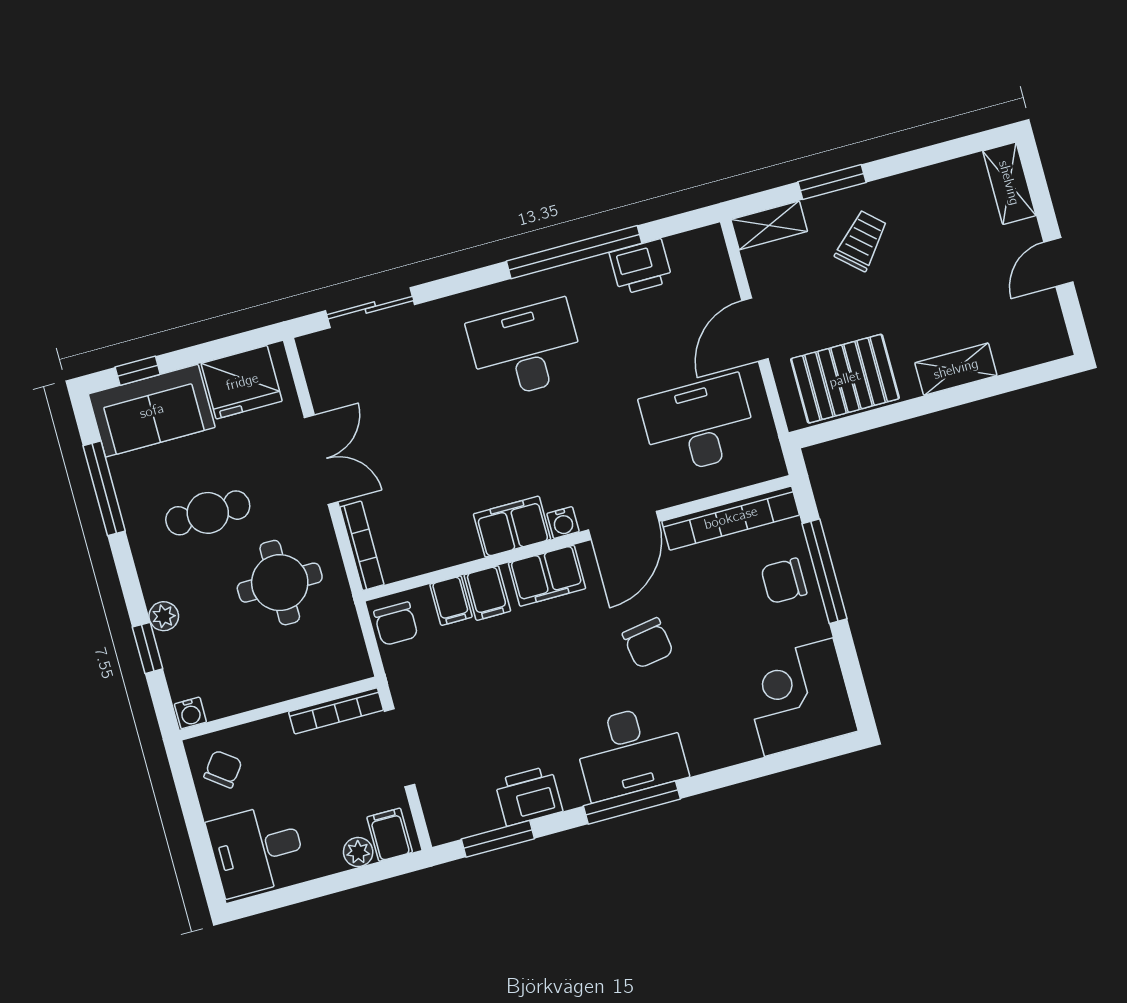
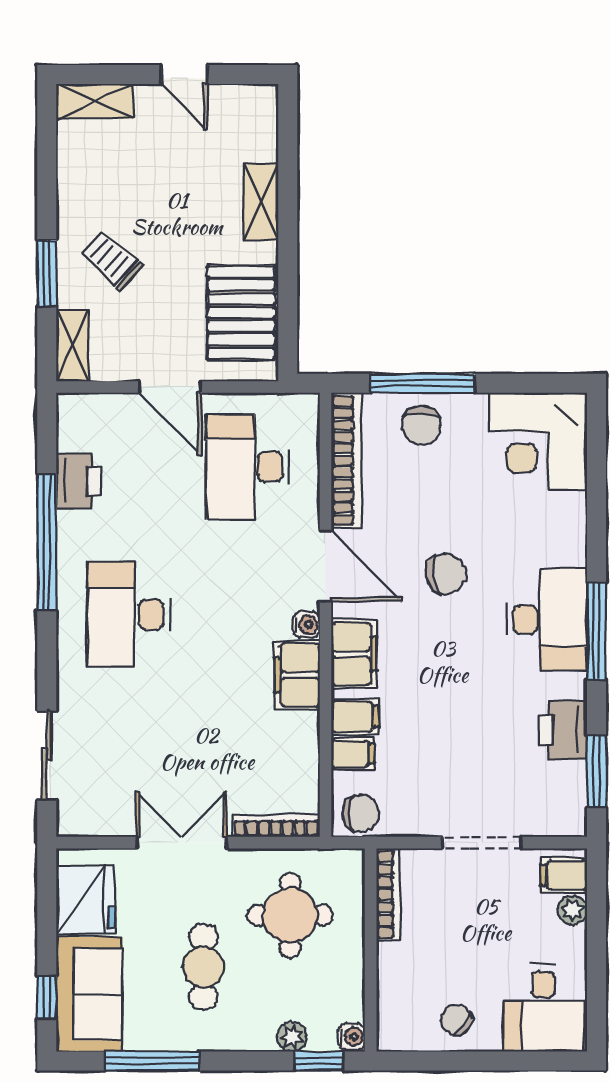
wall: (278, 709) -> (371, 950), moved
bookcase: (336, 711) -> (388, 895), moved
water cooler: (190, 713) -> (352, 1037), moved

